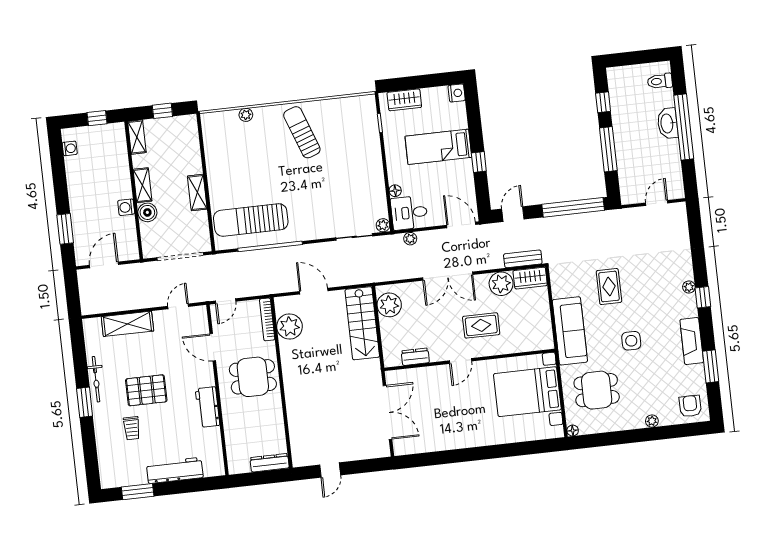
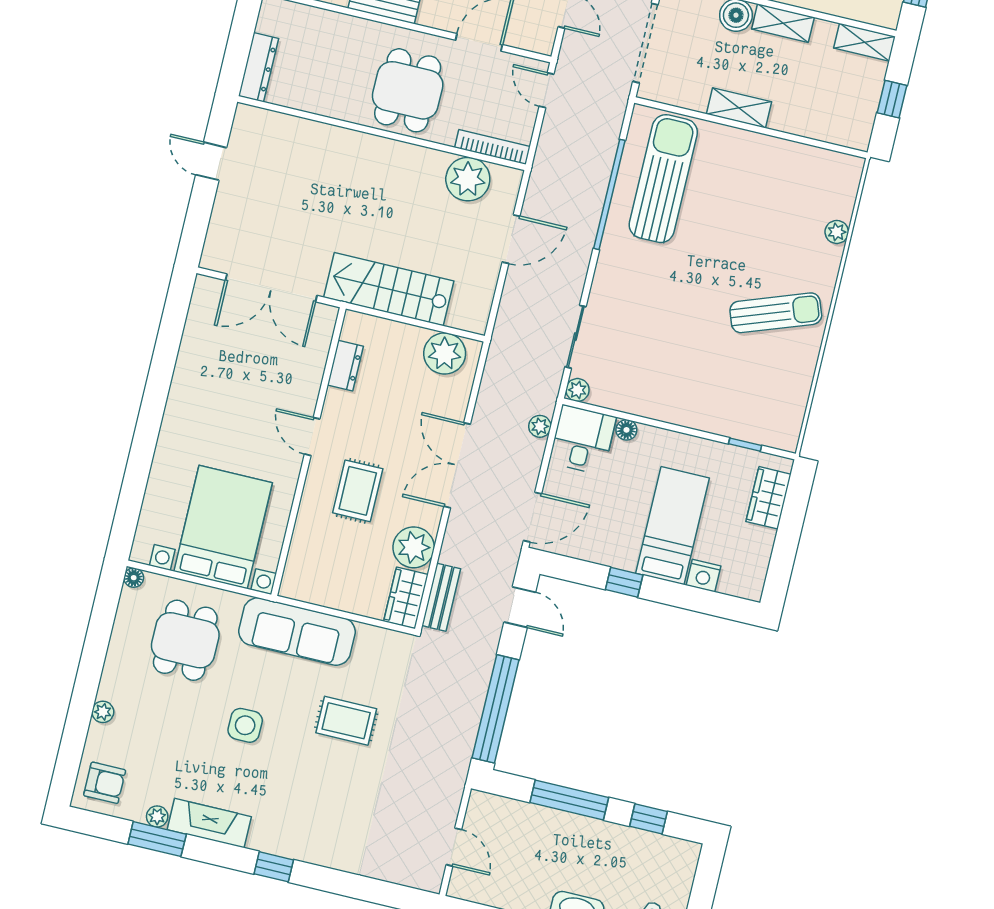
nightstand: (457, 93) -> (703, 576), moved
plant: (689, 287) -> (157, 816), moved
stairs: (362, 323) -> (389, 289), moved

